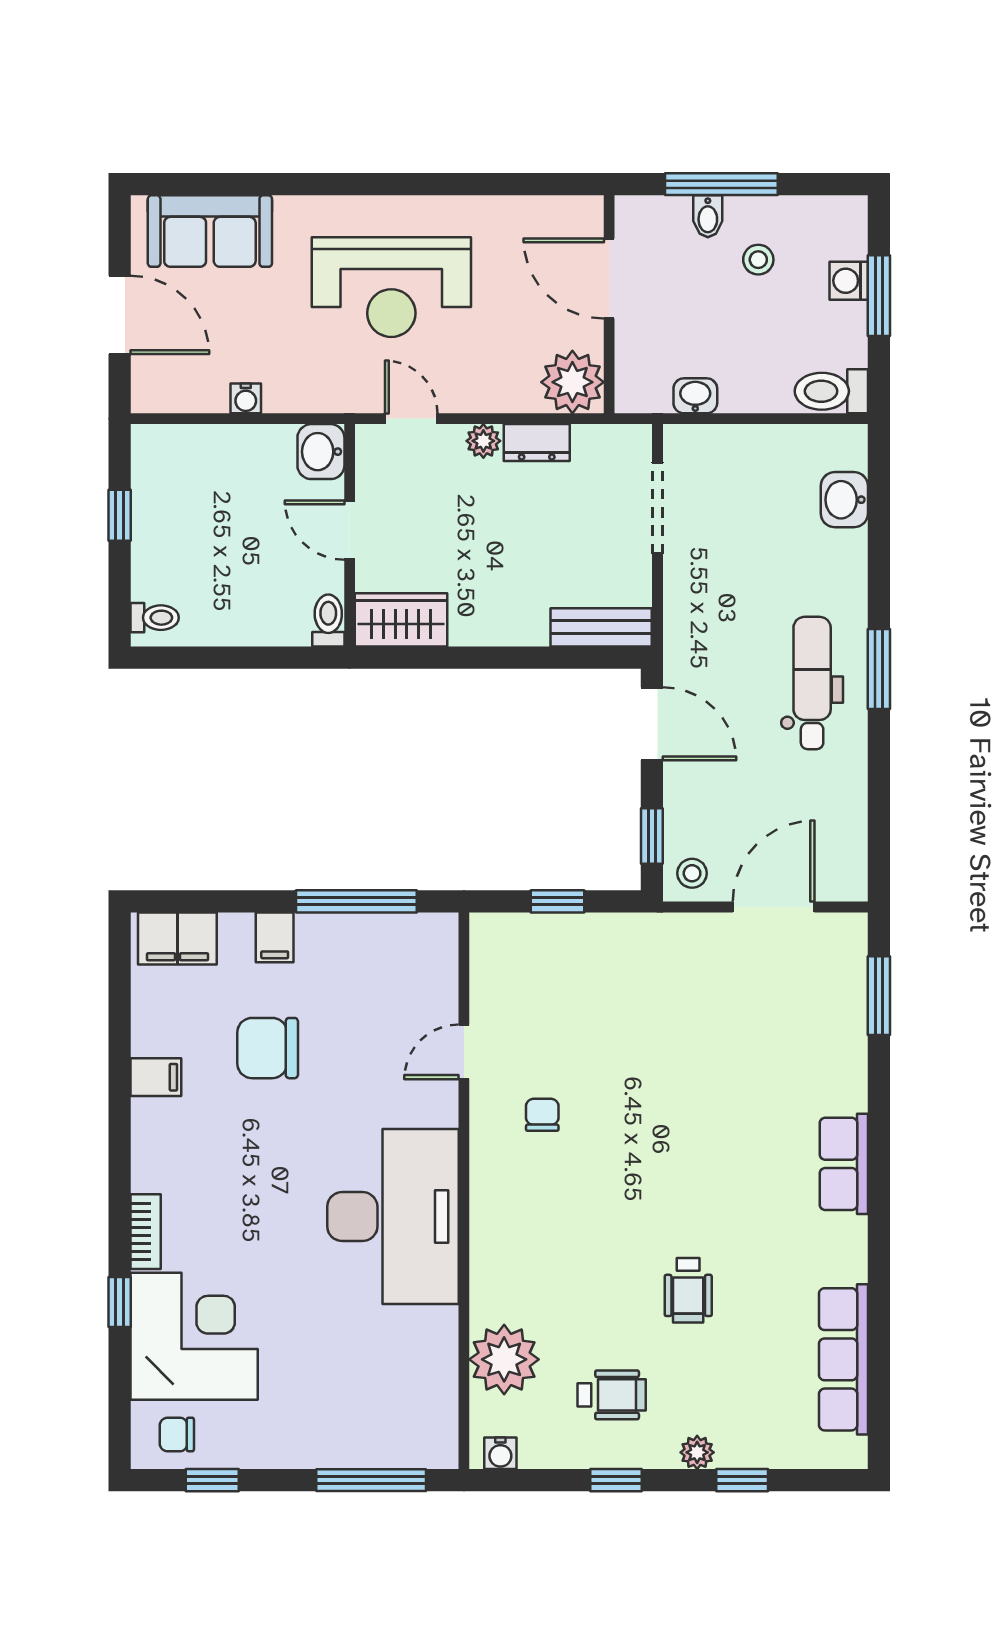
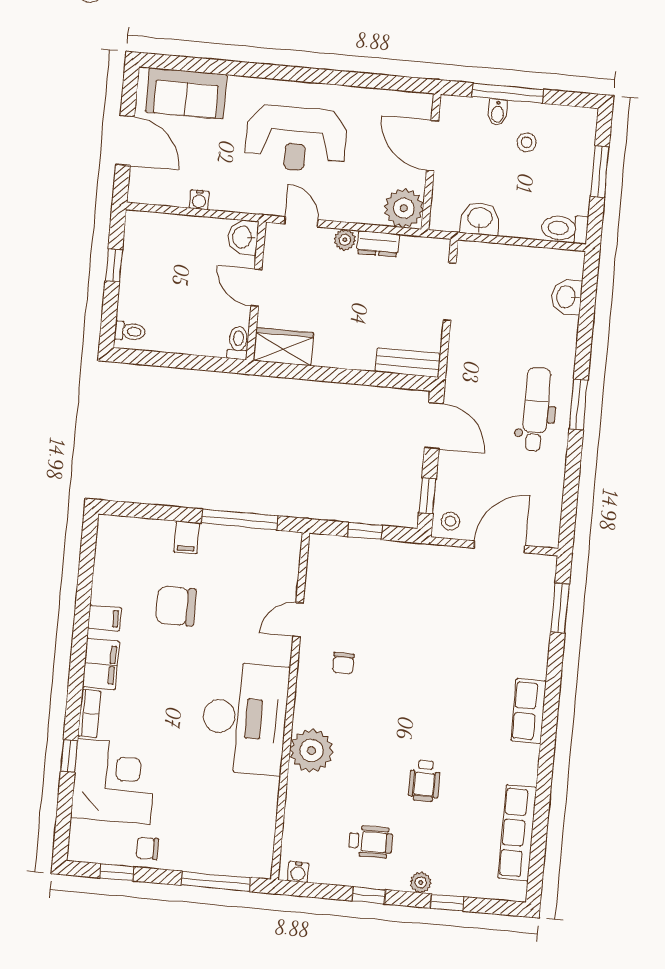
washing machine: (849, 281) -> (582, 161), removed
washbasin: (695, 396) -> (480, 219), width x1.38, depth x1.45
filing cabinet: (177, 938) -> (101, 664), moved, turned -90
chair: (542, 1115) -> (343, 663), turned 180
plant: (504, 1359) -> (311, 751), moved
chair: (177, 1434) -> (147, 848), moved

